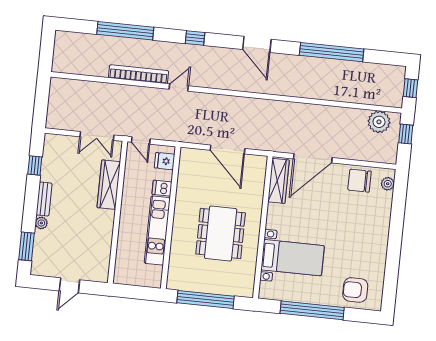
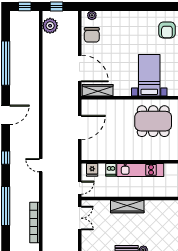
bookcase: (139, 74) -> (35, 223), moved
wardrobe: (109, 185) -> (127, 206), moved
dining table: (221, 233) -> (153, 121), moved

